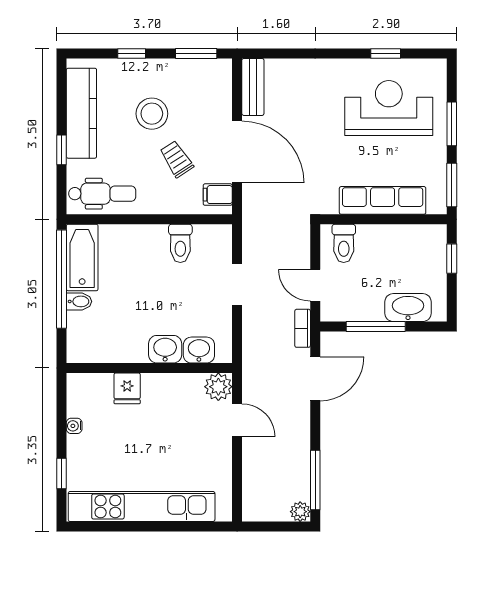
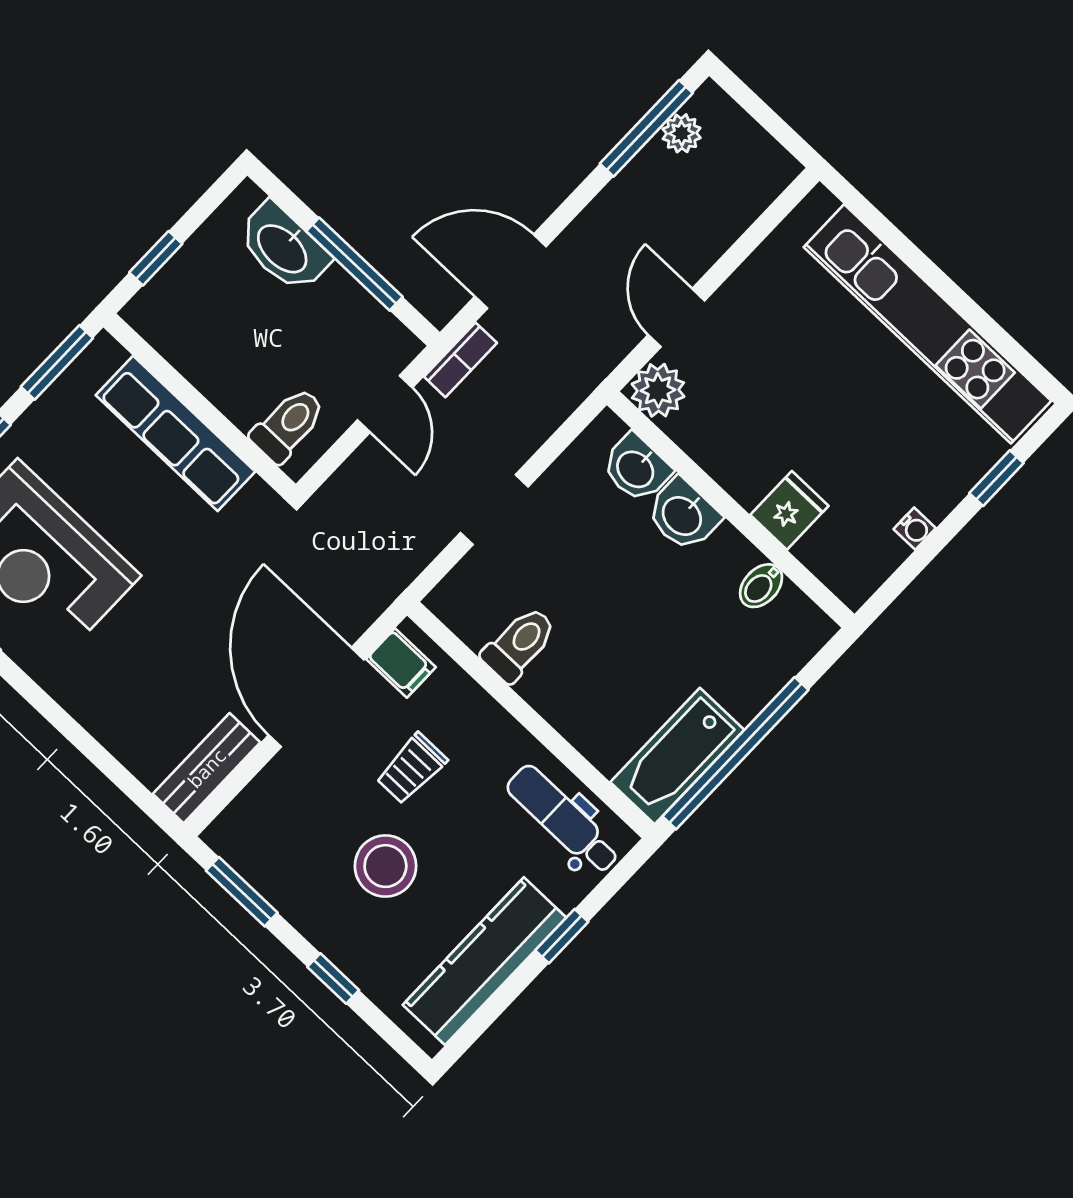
trolley: (177, 159) -> (411, 769), turned 33
bidet: (79, 301) -> (761, 586), moved, turned -90
plant: (300, 512) -> (682, 133), moved

